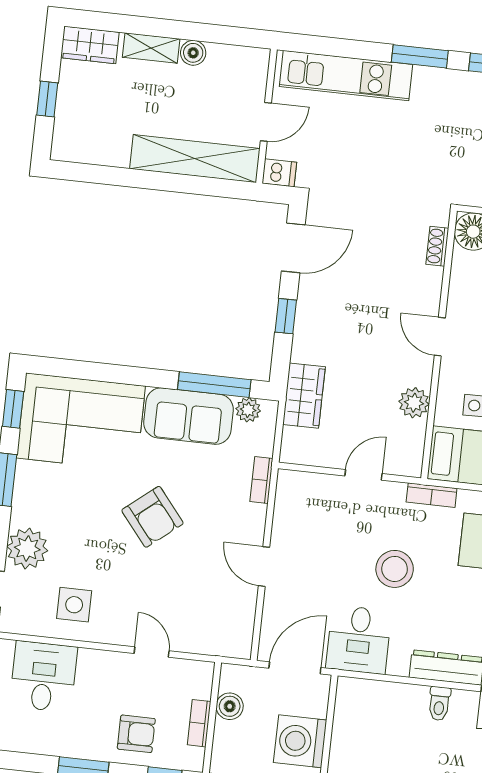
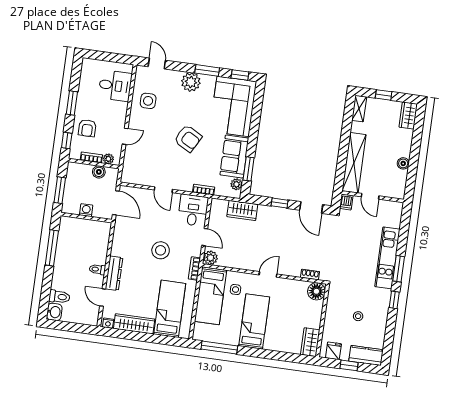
shelving: (151, 48) -> (359, 109), moved
kitchen unit: (346, 75) -> (387, 258), moved
window: (214, 385) -> (249, 169), width x0.69
plant: (414, 403) -> (210, 258), moved
armchair: (152, 517) -> (188, 138), turned -112
plant: (27, 548) -> (191, 82), moved
door: (264, 567) -> (163, 190), swing flipped
desk: (359, 640) -> (193, 210), moved, turned 90
plant: (201, 686) -> (108, 159), added
washing machine: (300, 741) -> (86, 210), width x0.53, depth x0.53

